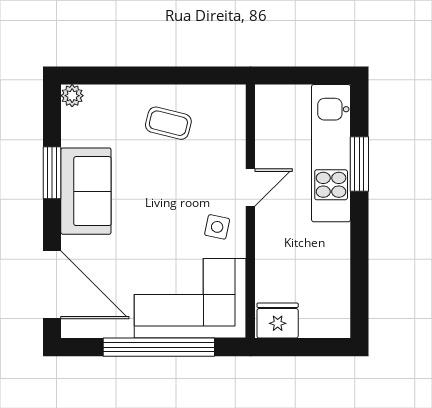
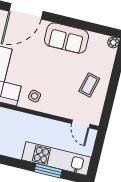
window: (52, 173) -> (79, 24), removed
door: (250, 188) -> (81, 124), moved

